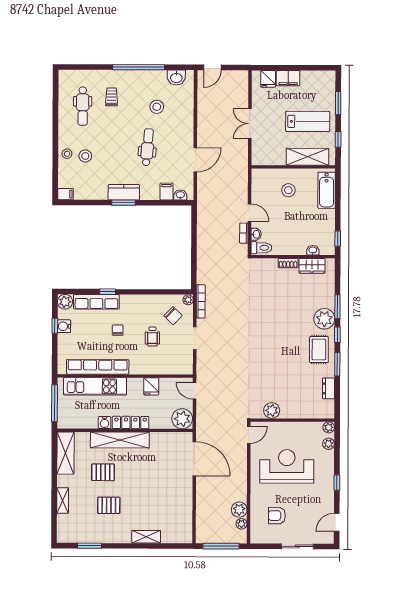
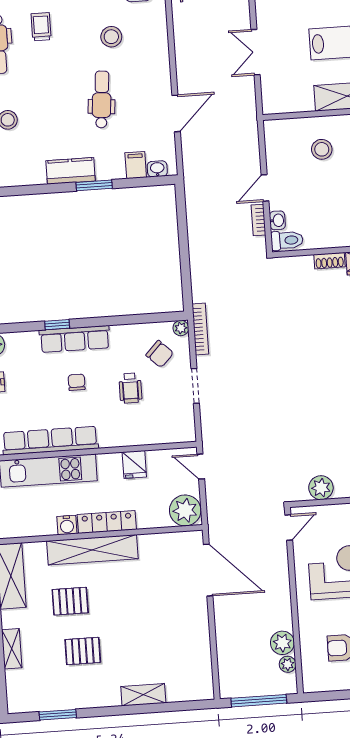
window: (123, 203) -> (94, 185), moved
door: (250, 213) -> (265, 188), swing flipped
row of seats: (96, 302) -> (75, 339), moved

